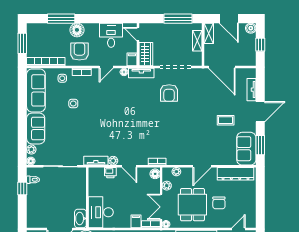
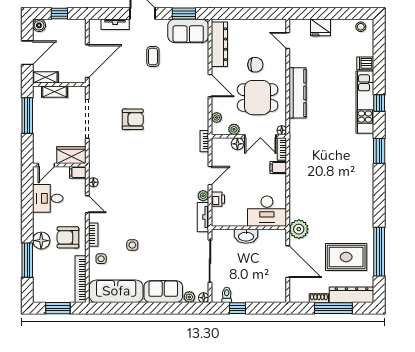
tv unit: (141, 73) -> (95, 161), removed
armchair: (169, 93) -> (133, 119), moved
floor lamp: (155, 174) -> (237, 144), moved
washbasin: (80, 218) -> (246, 236), moved

